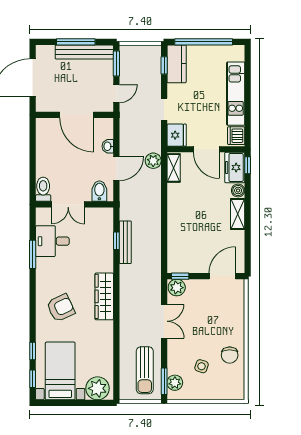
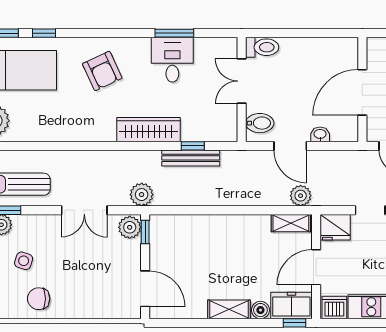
desk: (52, 241) -> (172, 60), moved
plant: (152, 279) -> (142, 195), added
wardrobe: (104, 296) -> (148, 130), moved

